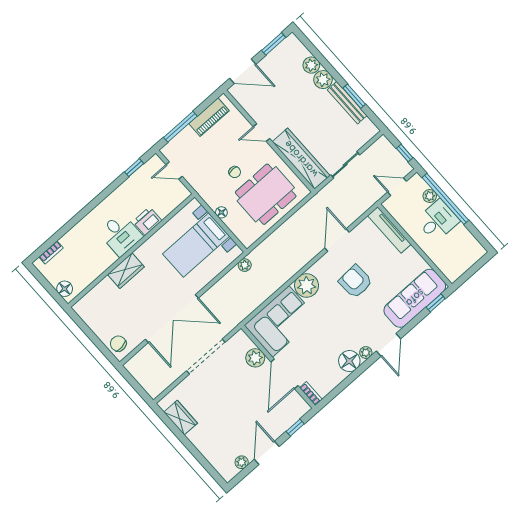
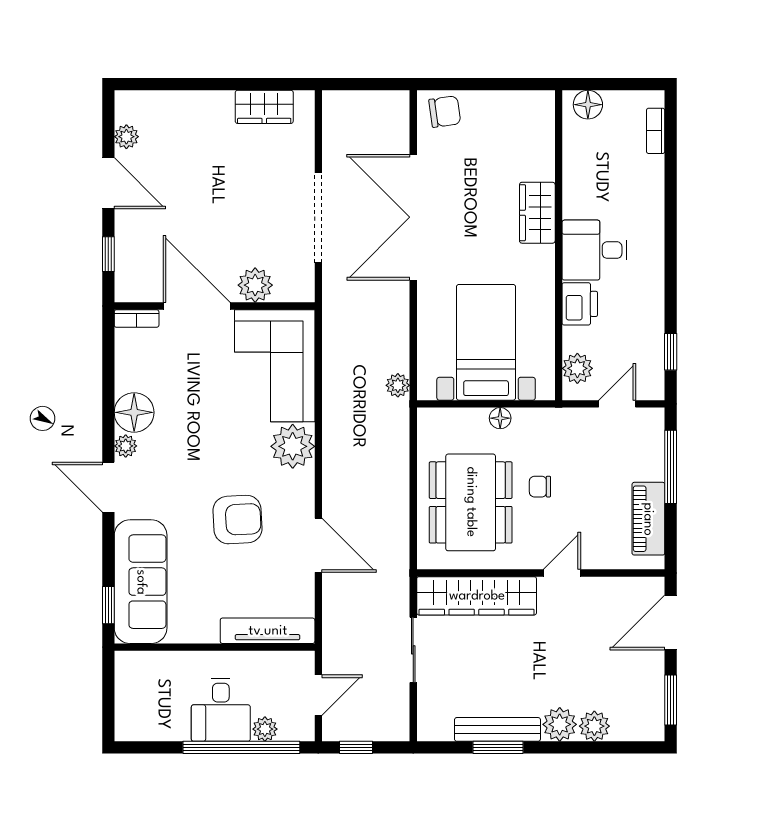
plant: (174, 199) -> (577, 368), added

